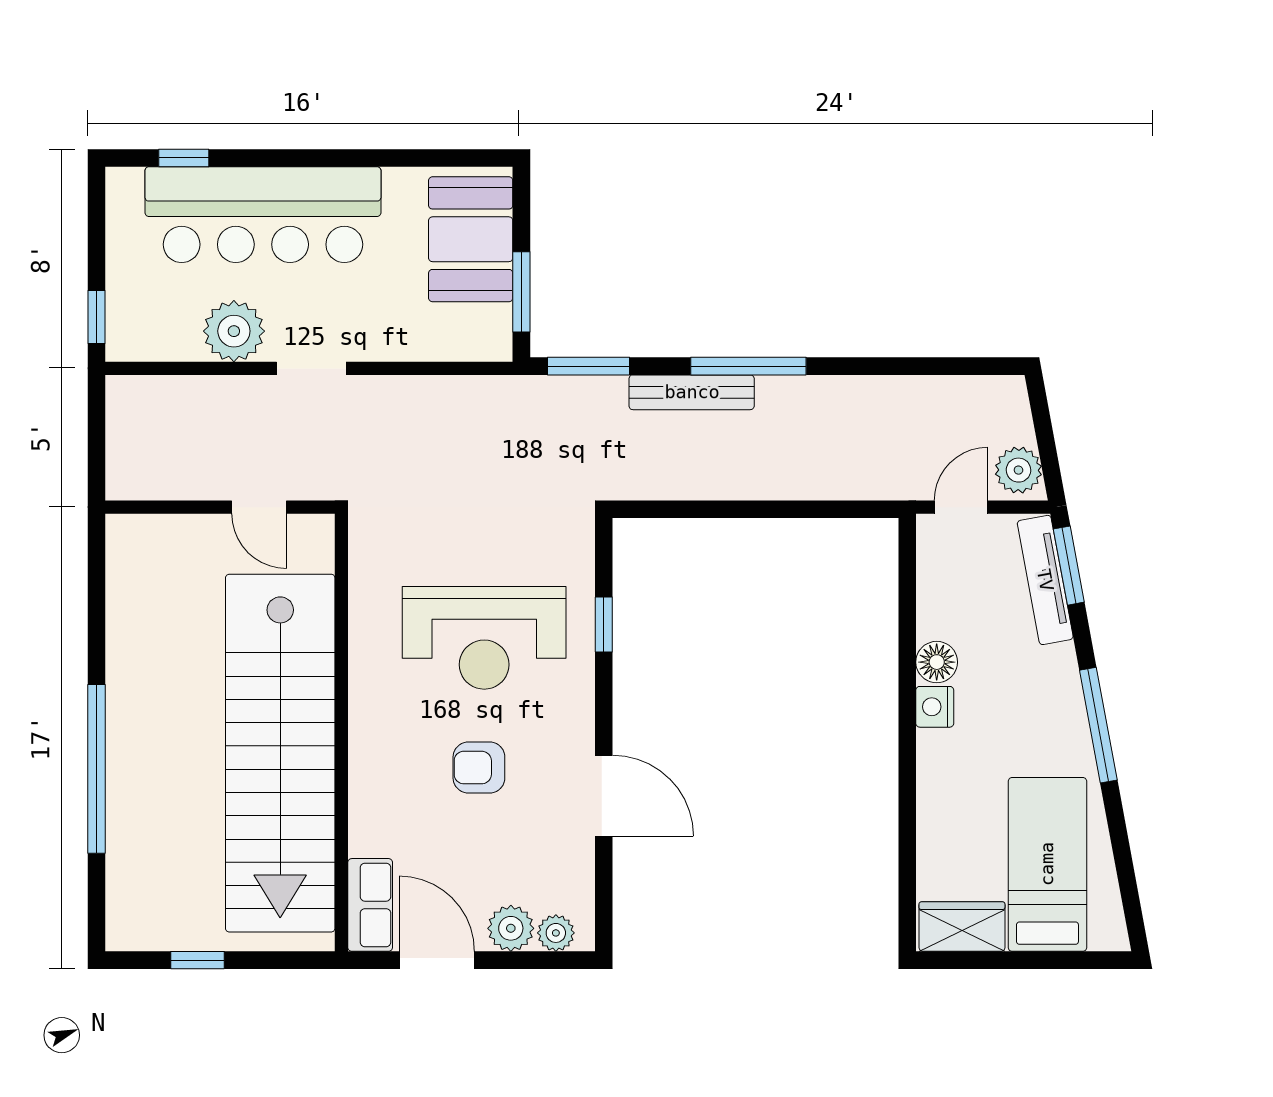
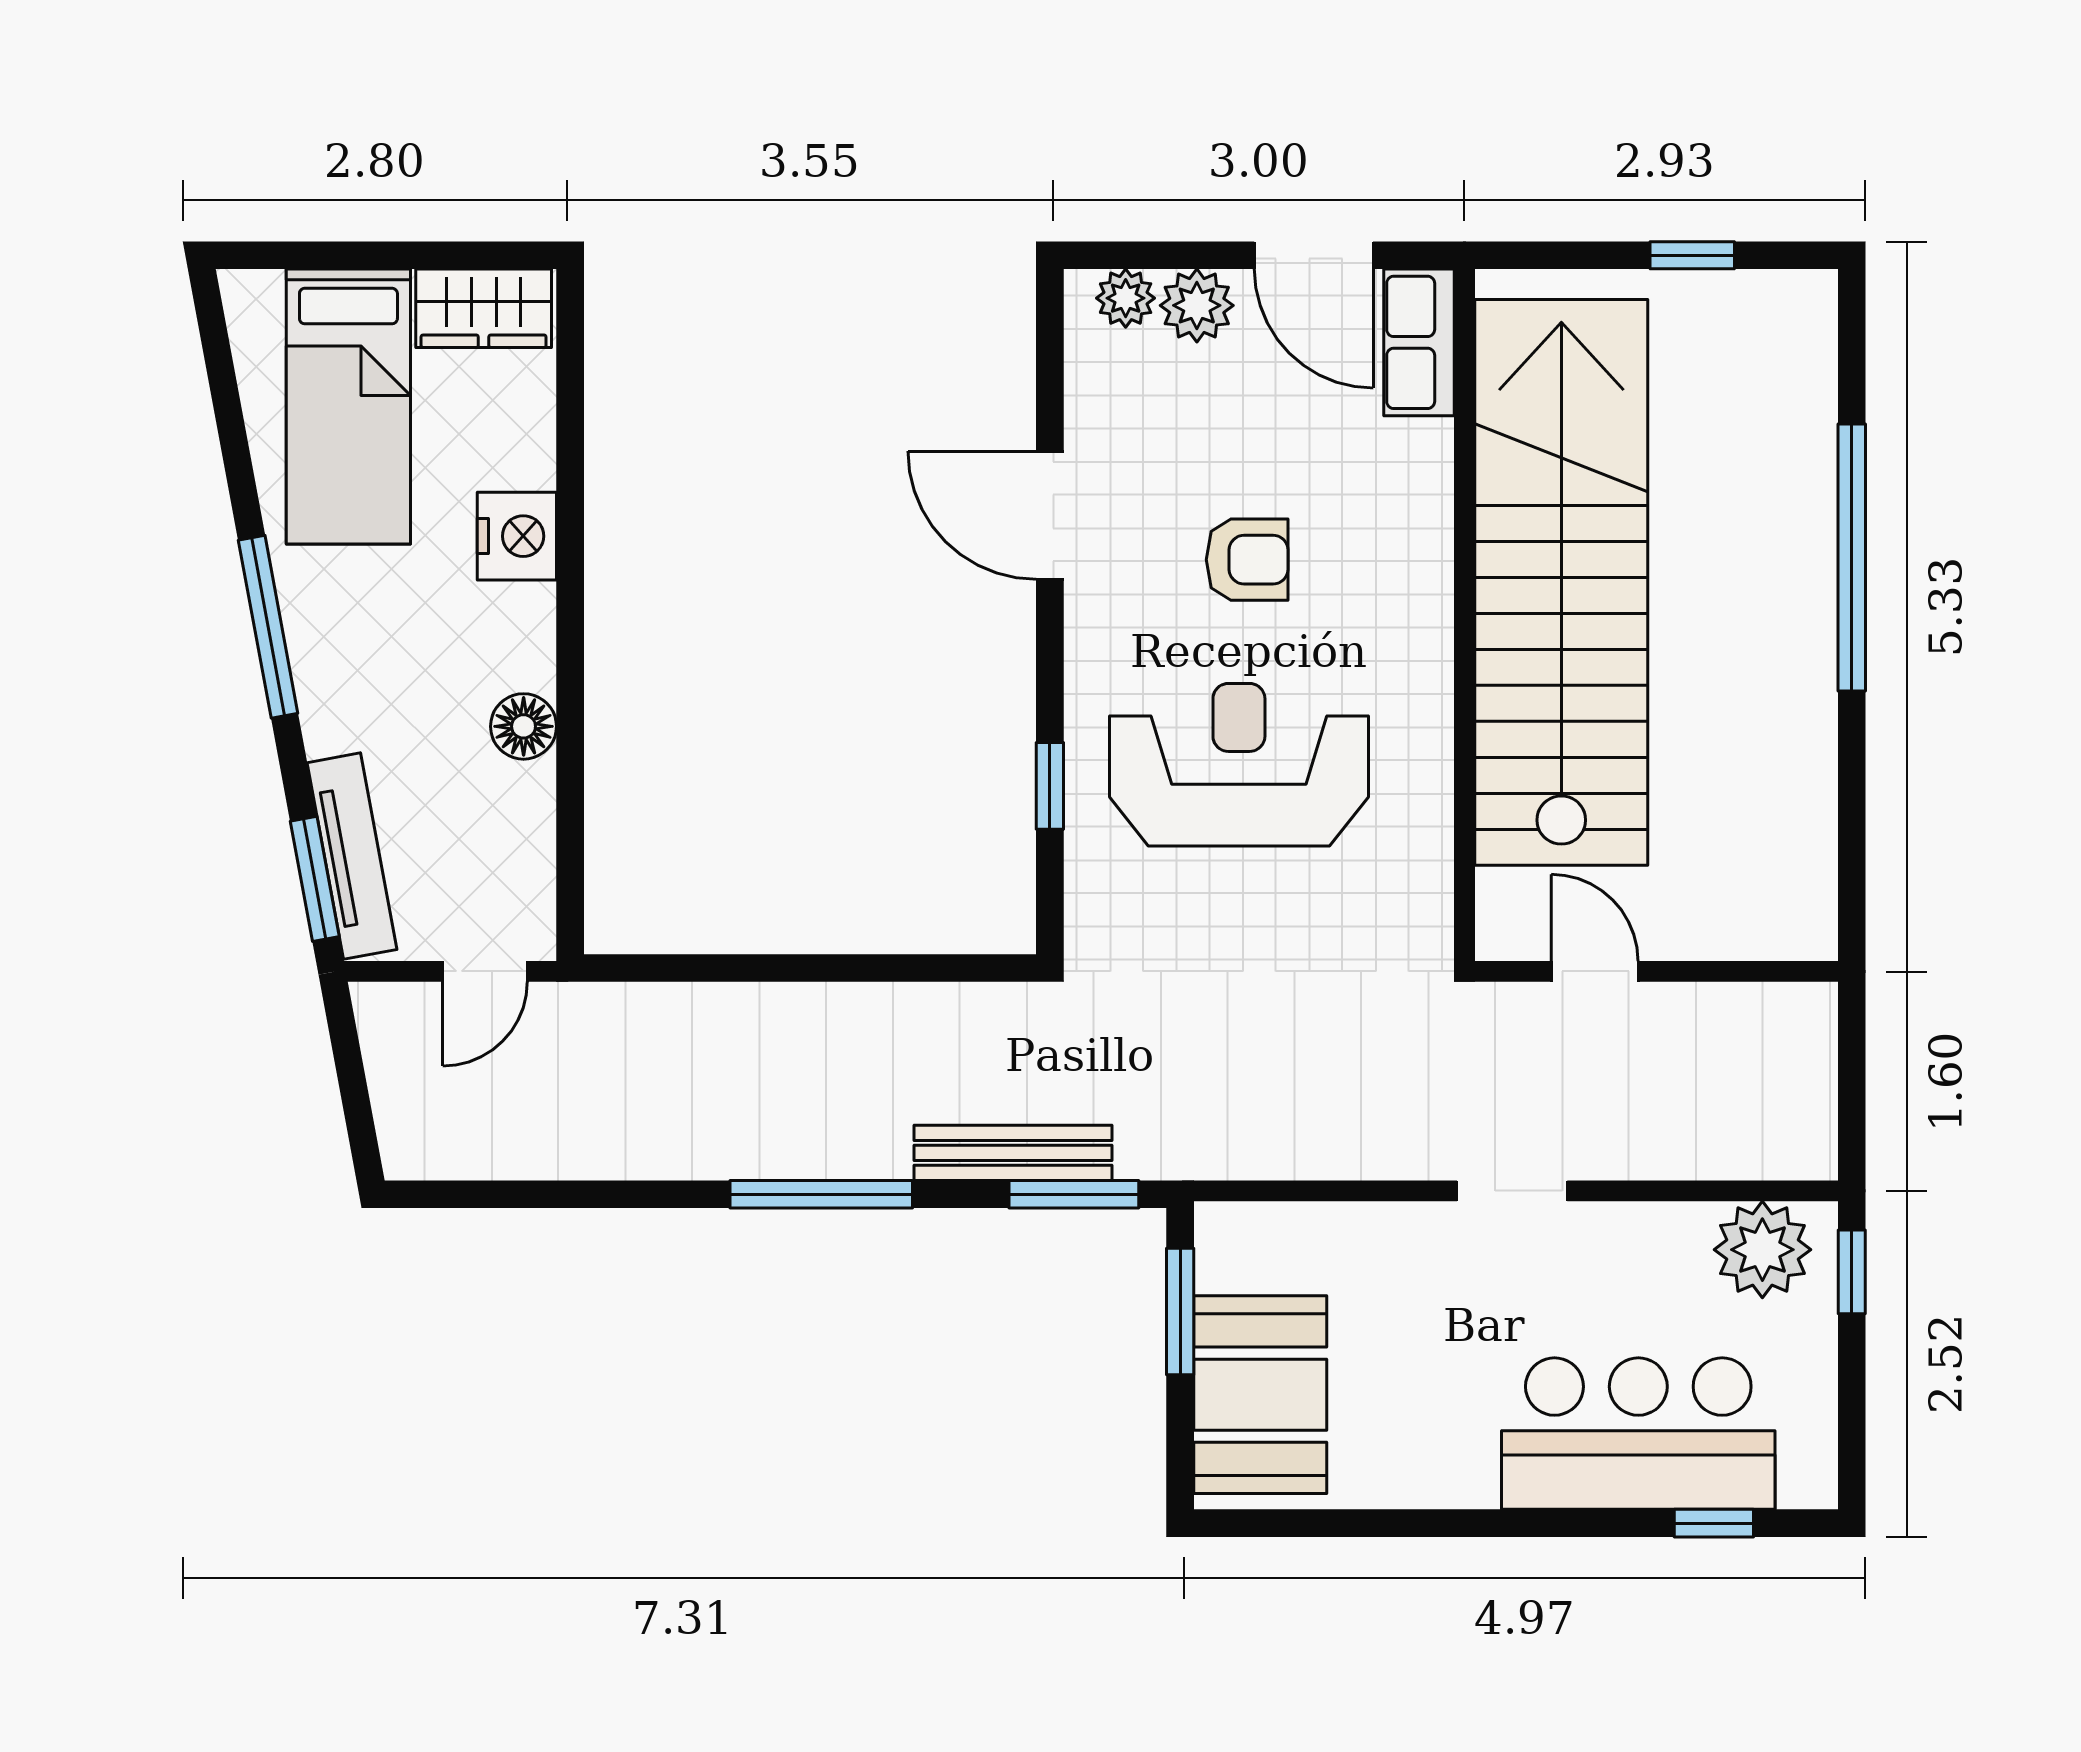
bar counter: (263, 215) -> (1638, 1434), width x0.73
plant: (234, 331) -> (1762, 1250), moved
bench: (692, 392) -> (1013, 1153), moved
plant: (1018, 470) -> (394, 1030), removed
nightstand: (935, 707) -> (517, 536), moved, width x1.36, depth x1.33

